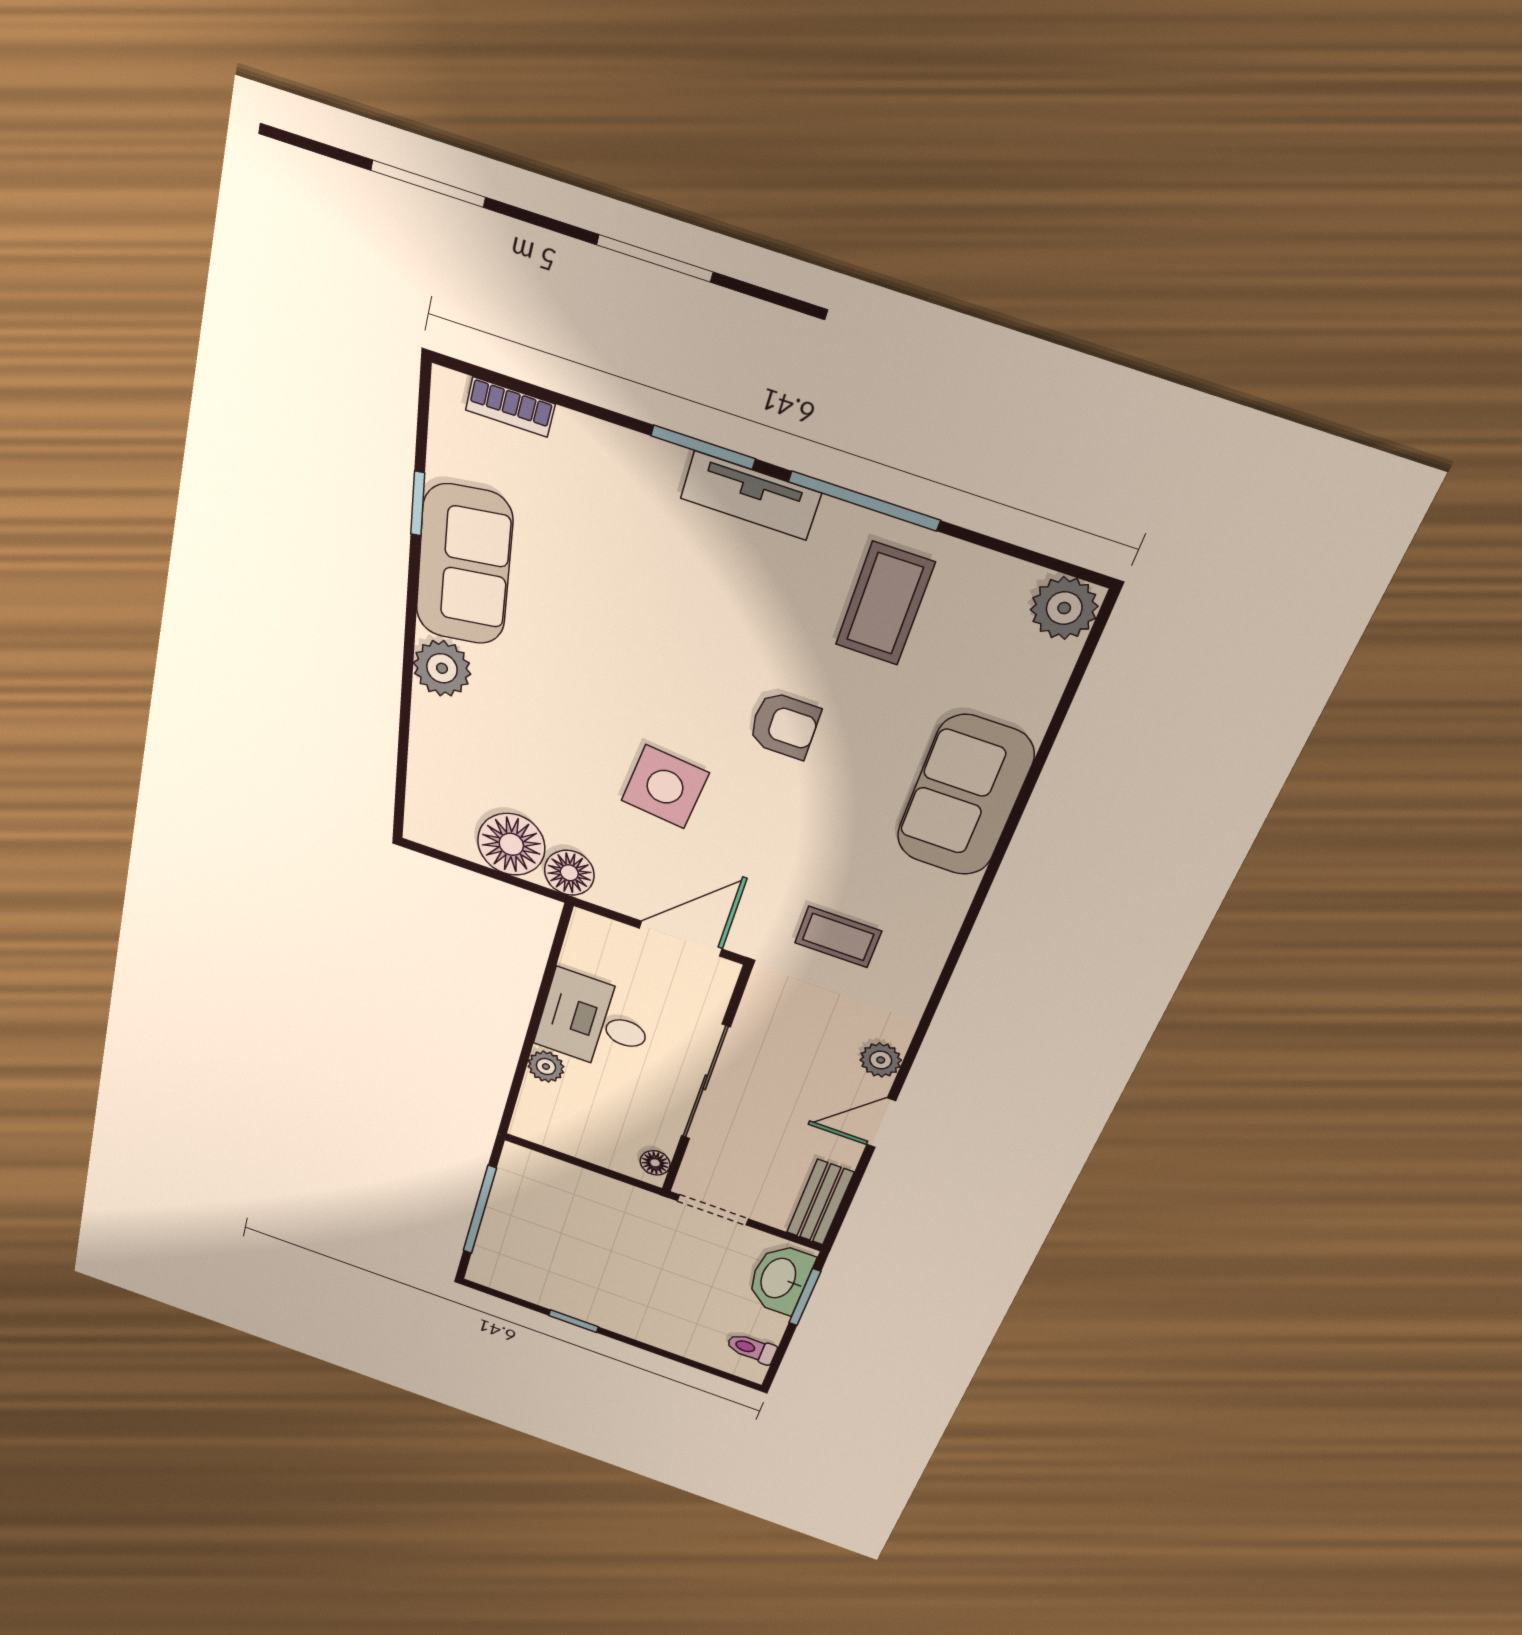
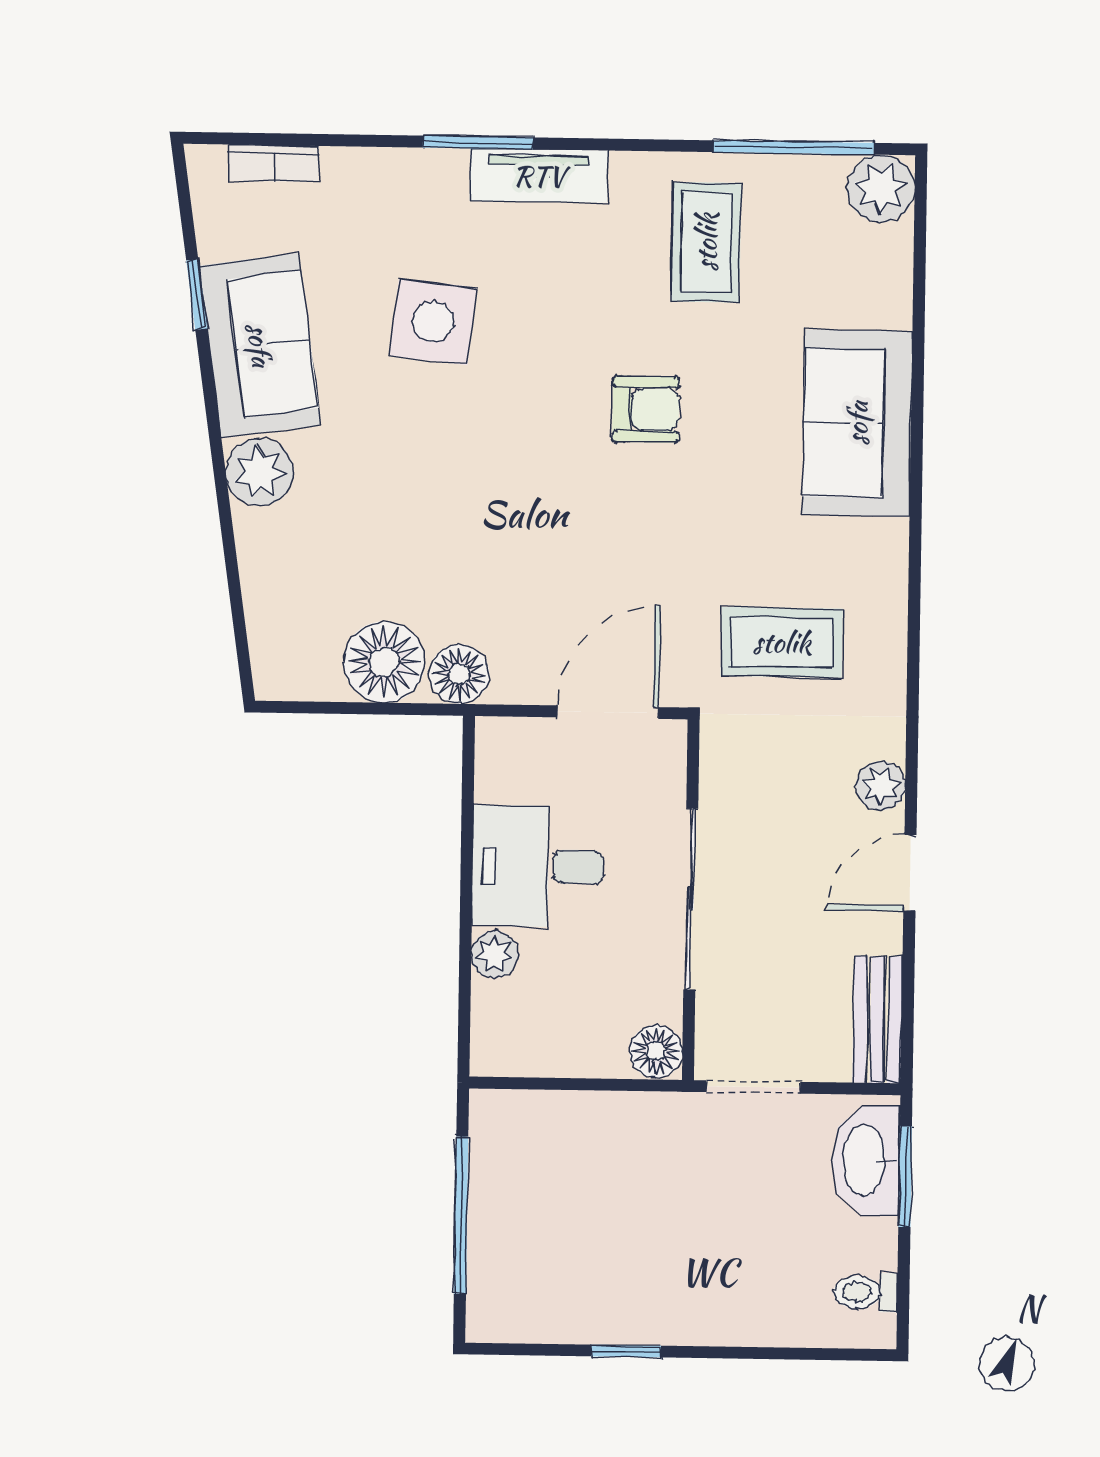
window: (864, 501) -> (794, 147), moved
side table: (665, 787) -> (433, 322), moved
coffee table: (838, 937) -> (782, 642), width x1.36, depth x1.30
floor lamp: (655, 1163) -> (656, 1051), width x1.37, depth x1.37

